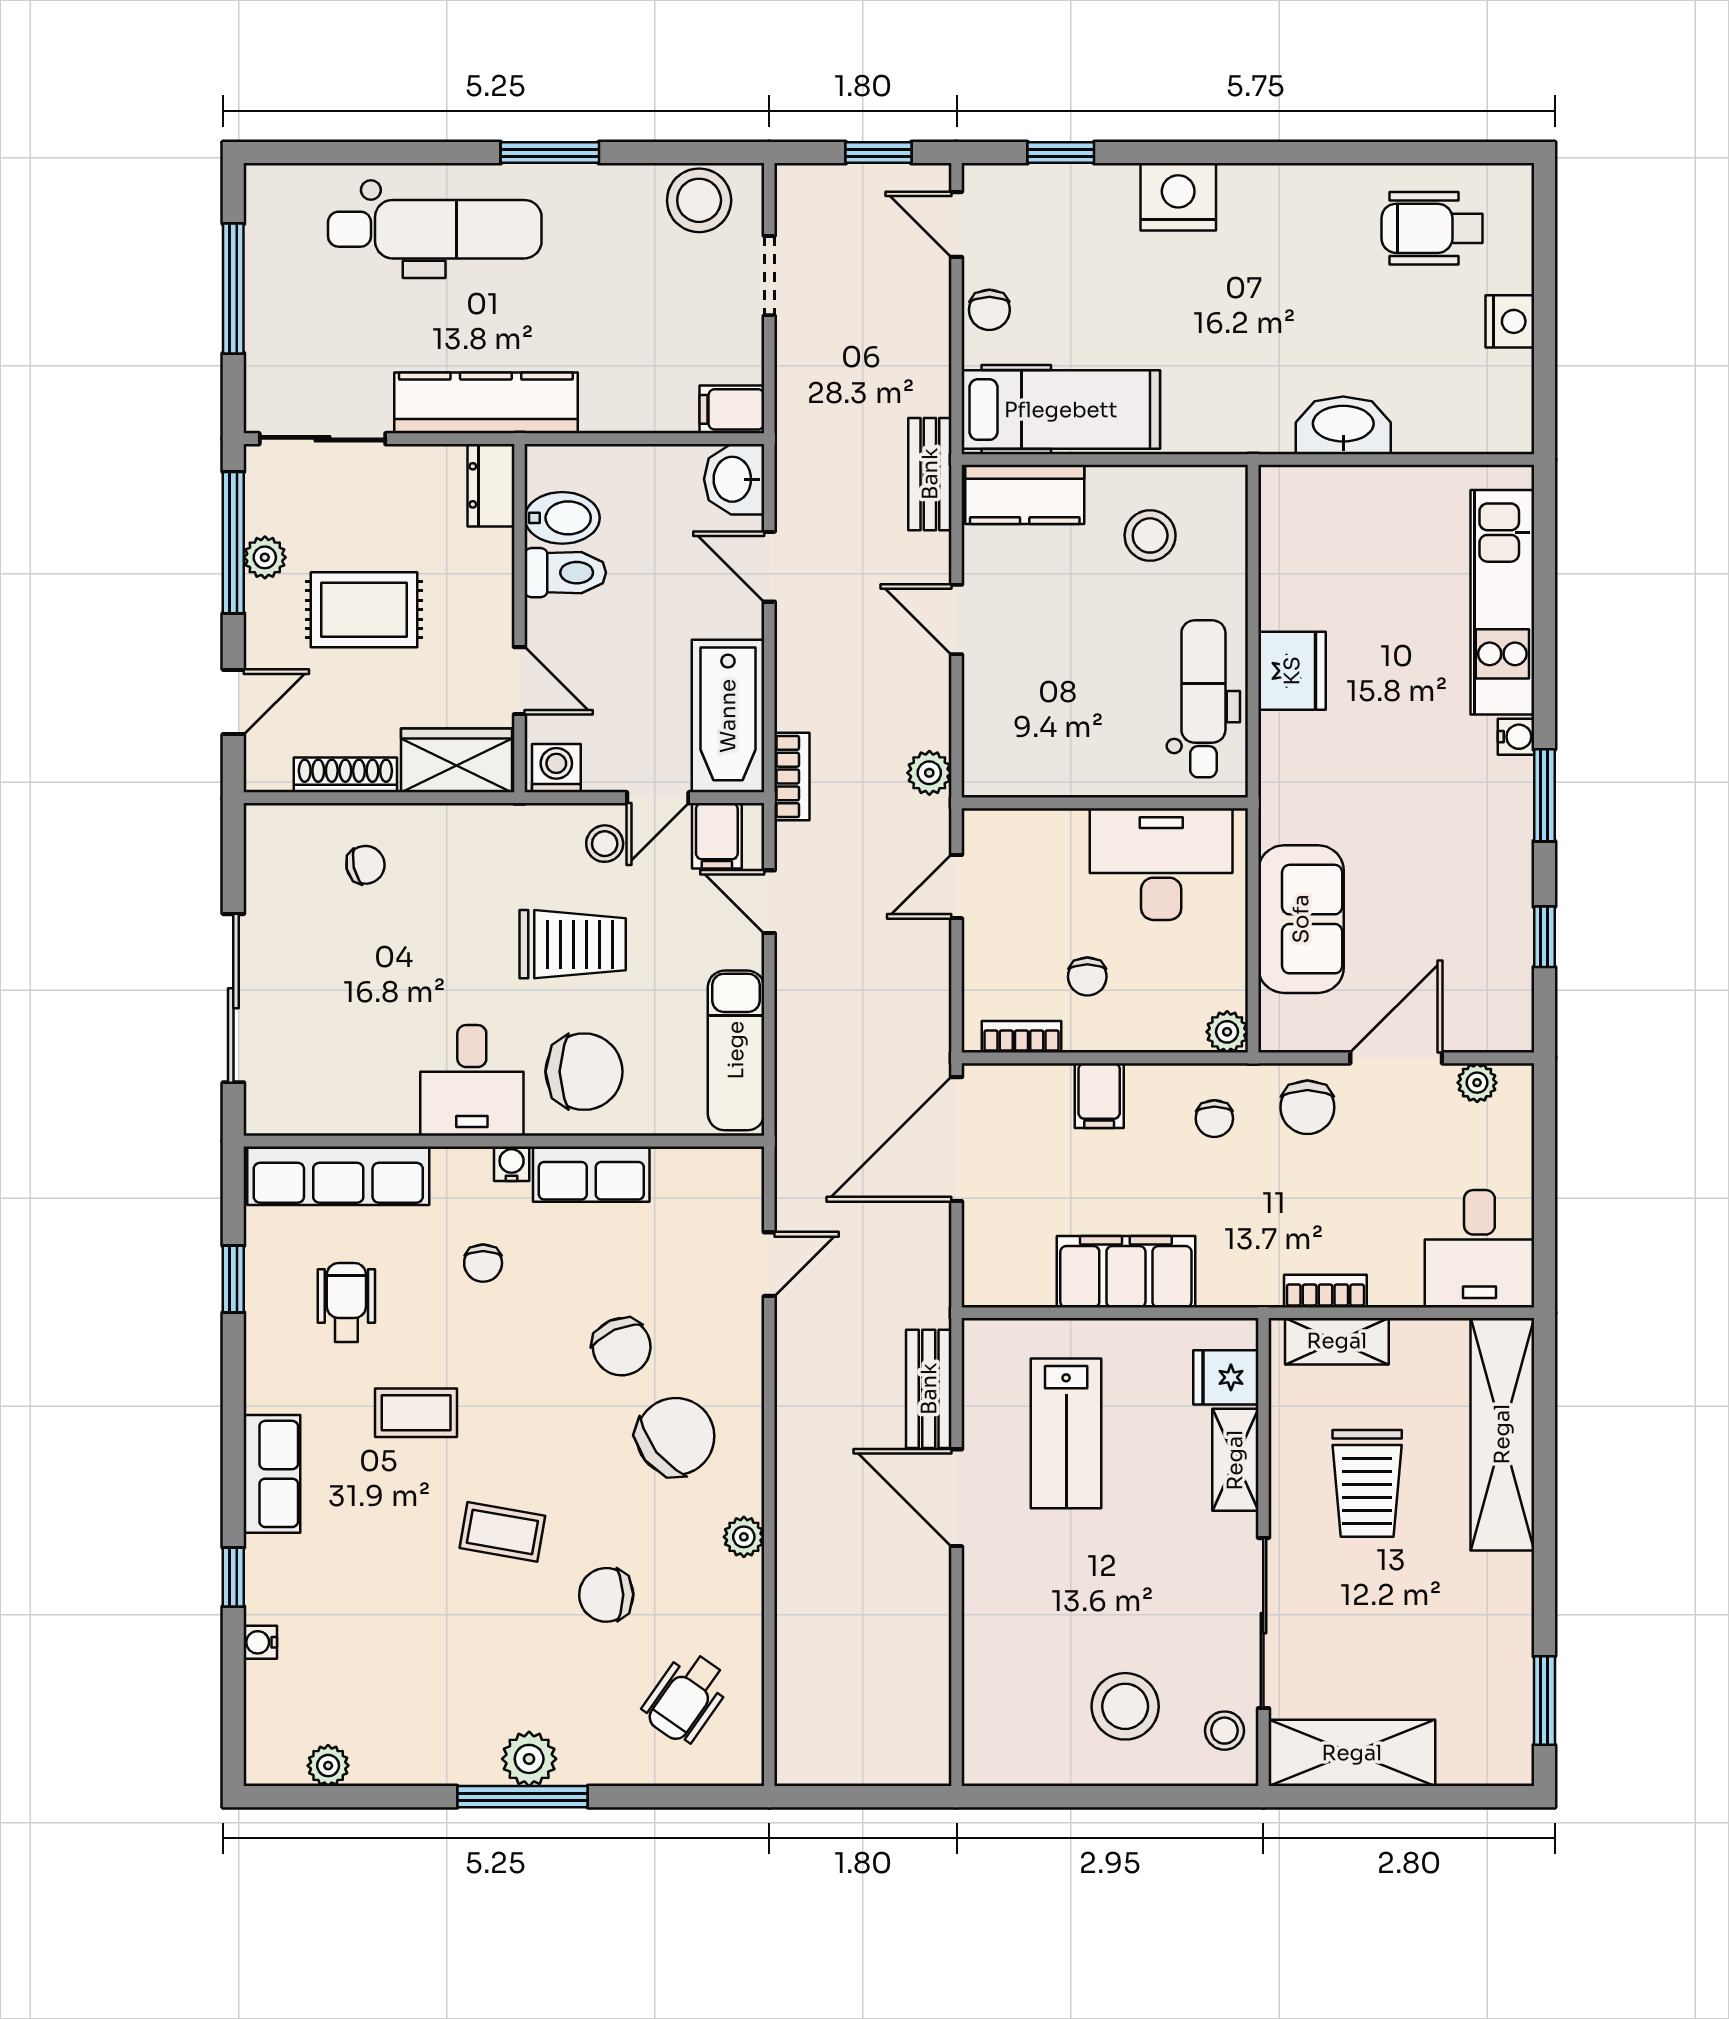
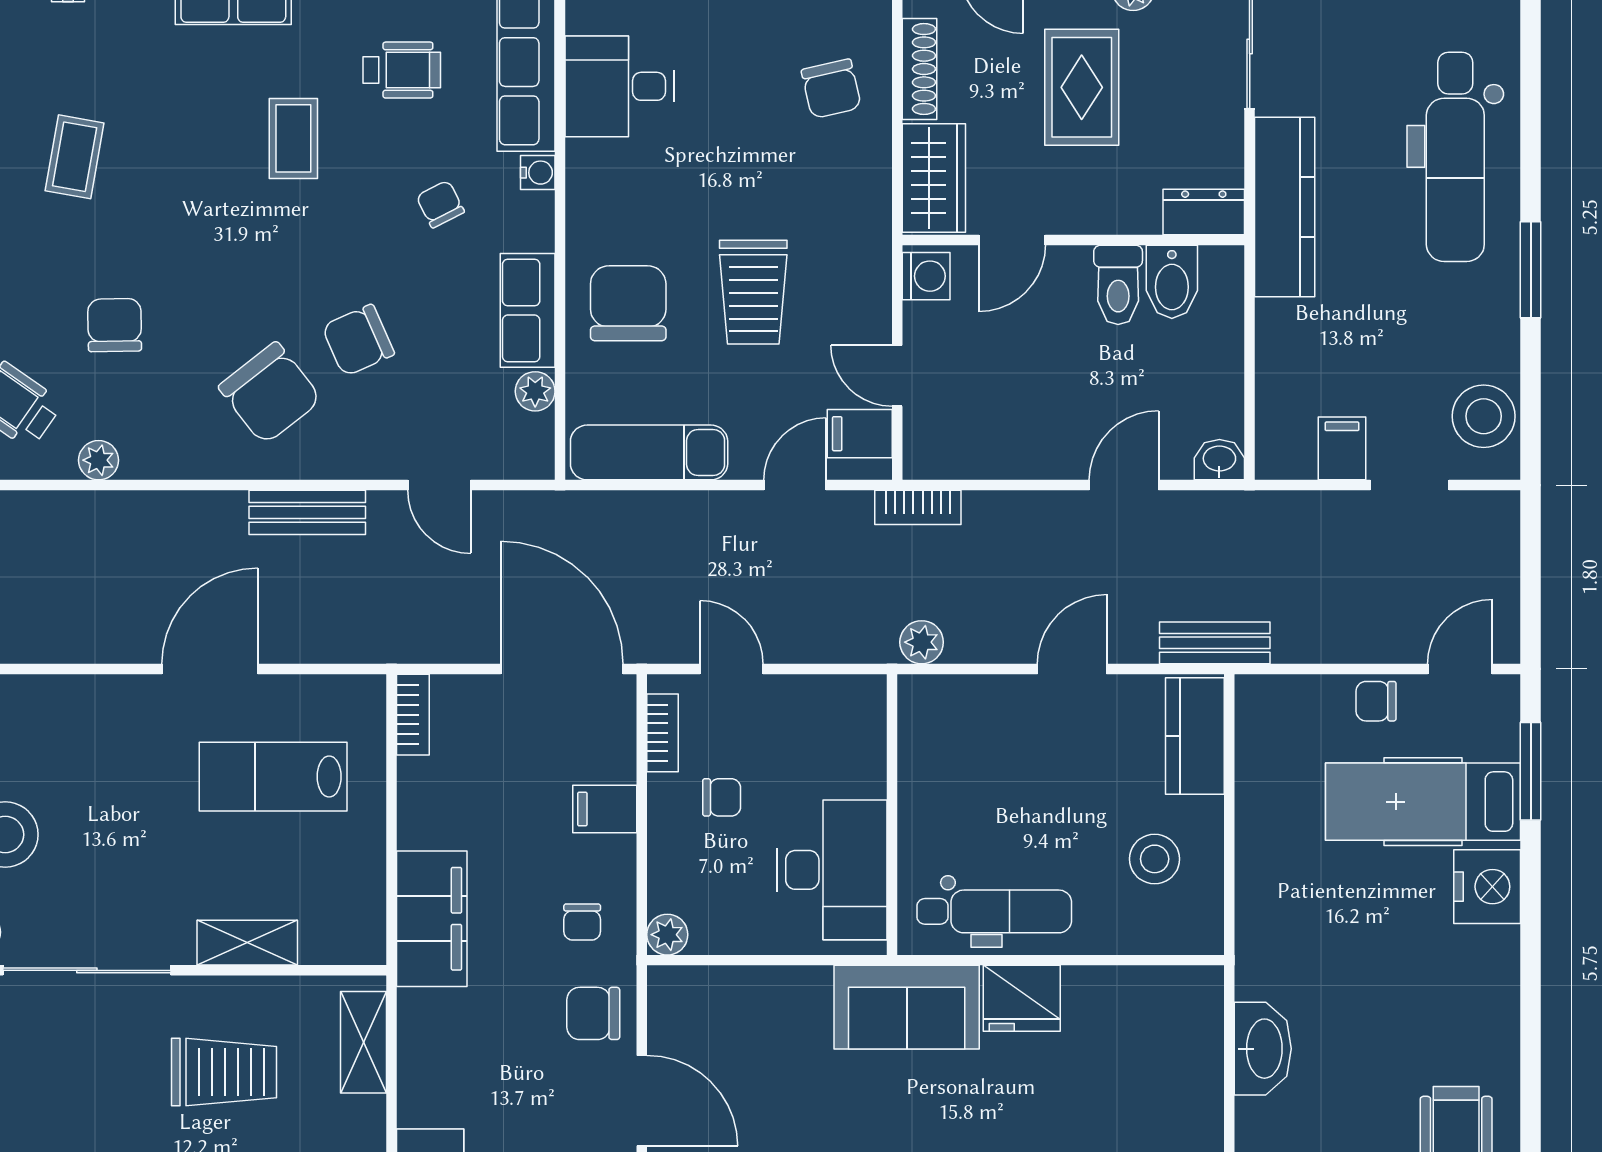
window: (878, 153) -> (1531, 592), removed
window: (1061, 153) -> (1531, 771), width x1.50
filing cabinet: (732, 409) -> (1342, 448), moved
hospital bed: (1061, 410) -> (1423, 802), moved, turned 90
washbasin: (734, 479) -> (1219, 460), width x0.72, depth x0.69
bathtub: (728, 716) -> (977, 445), removed
stool: (605, 844) -> (852, 324), removed
chair: (365, 865) -> (831, 89), width x1.37, depth x1.37
door: (957, 887) -> (732, 669), moved
sofa: (1301, 919) -> (907, 1007), moved
chair: (1087, 977) -> (722, 797), turned 180
chair: (584, 1072) -> (628, 303), turned 180
desk: (472, 1080) -> (620, 86), moved
chair: (1214, 1119) -> (582, 922), turned -90
water cooler: (512, 1164) -> (538, 173), moved
plant: (674, 1166) -> (535, 391), added
chair: (483, 1263) -> (440, 204), turned 63
filing cabinet: (1126, 1272) -> (432, 919), moved
bookcase: (1325, 1291) -> (413, 715), moved
fridge: (1226, 1377) -> (328, 933), removed
bench: (929, 1389) -> (307, 512), moved
trolley: (1367, 1483) -> (224, 1072), turned 180
coffee table: (502, 1532) -> (75, 157), moved
plant: (744, 1537) -> (99, 460), moved

